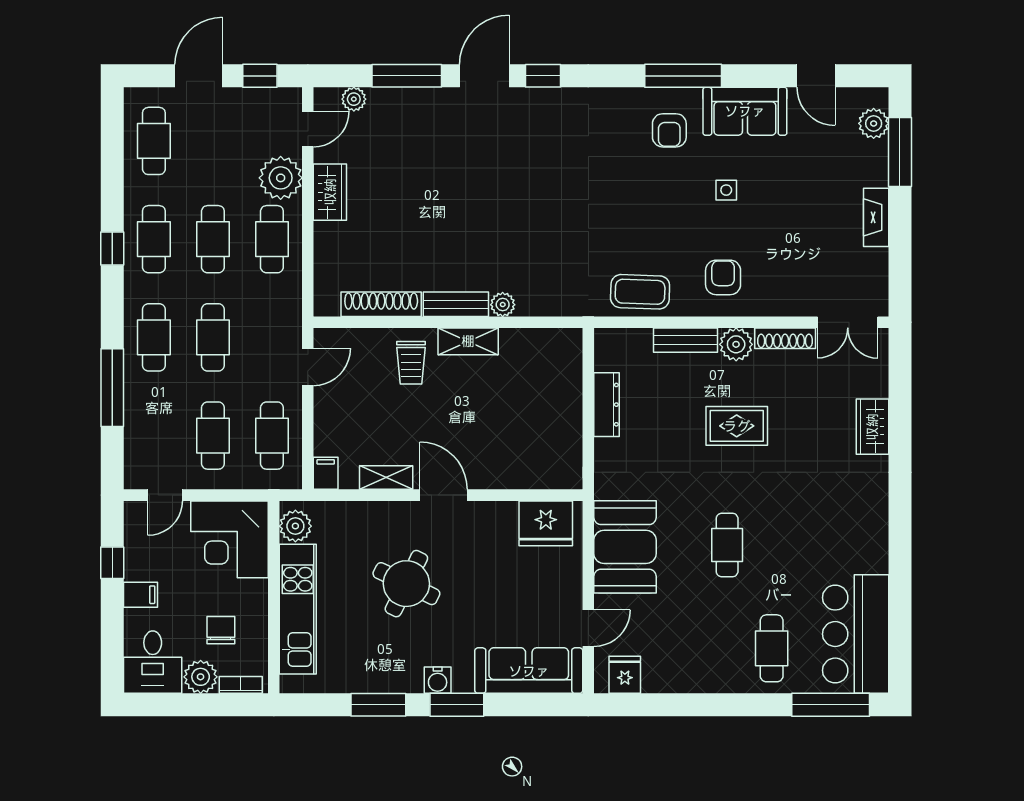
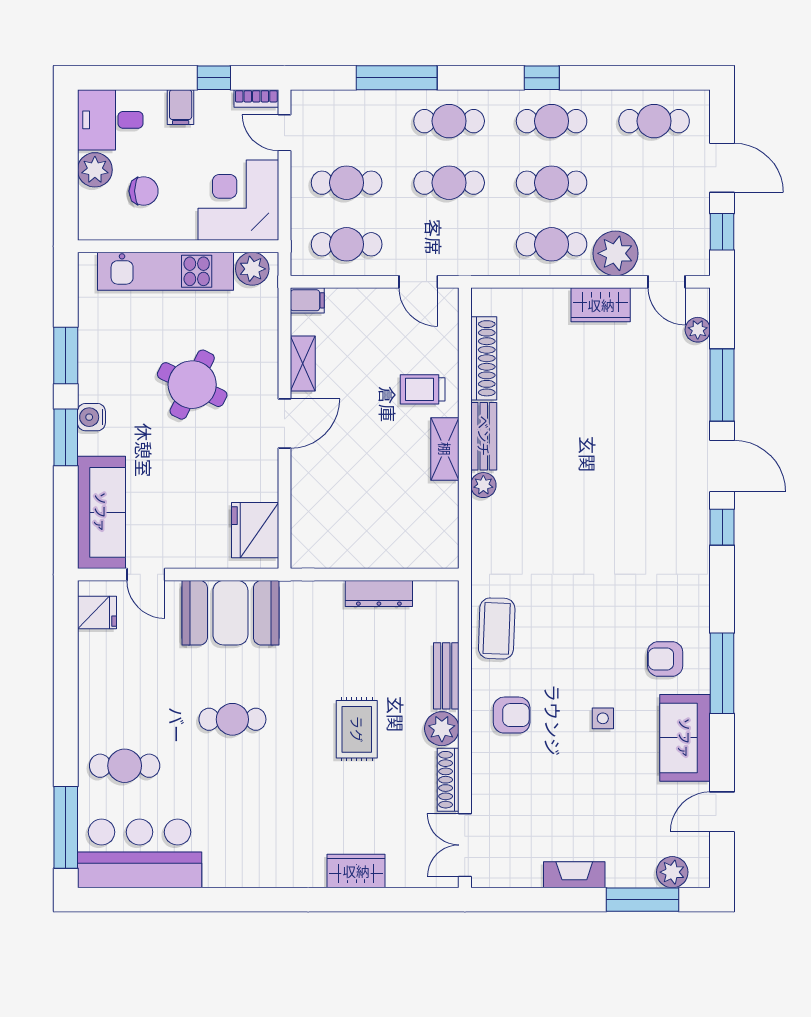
bookcase: (241, 685) -> (256, 98), moved, turned 90

